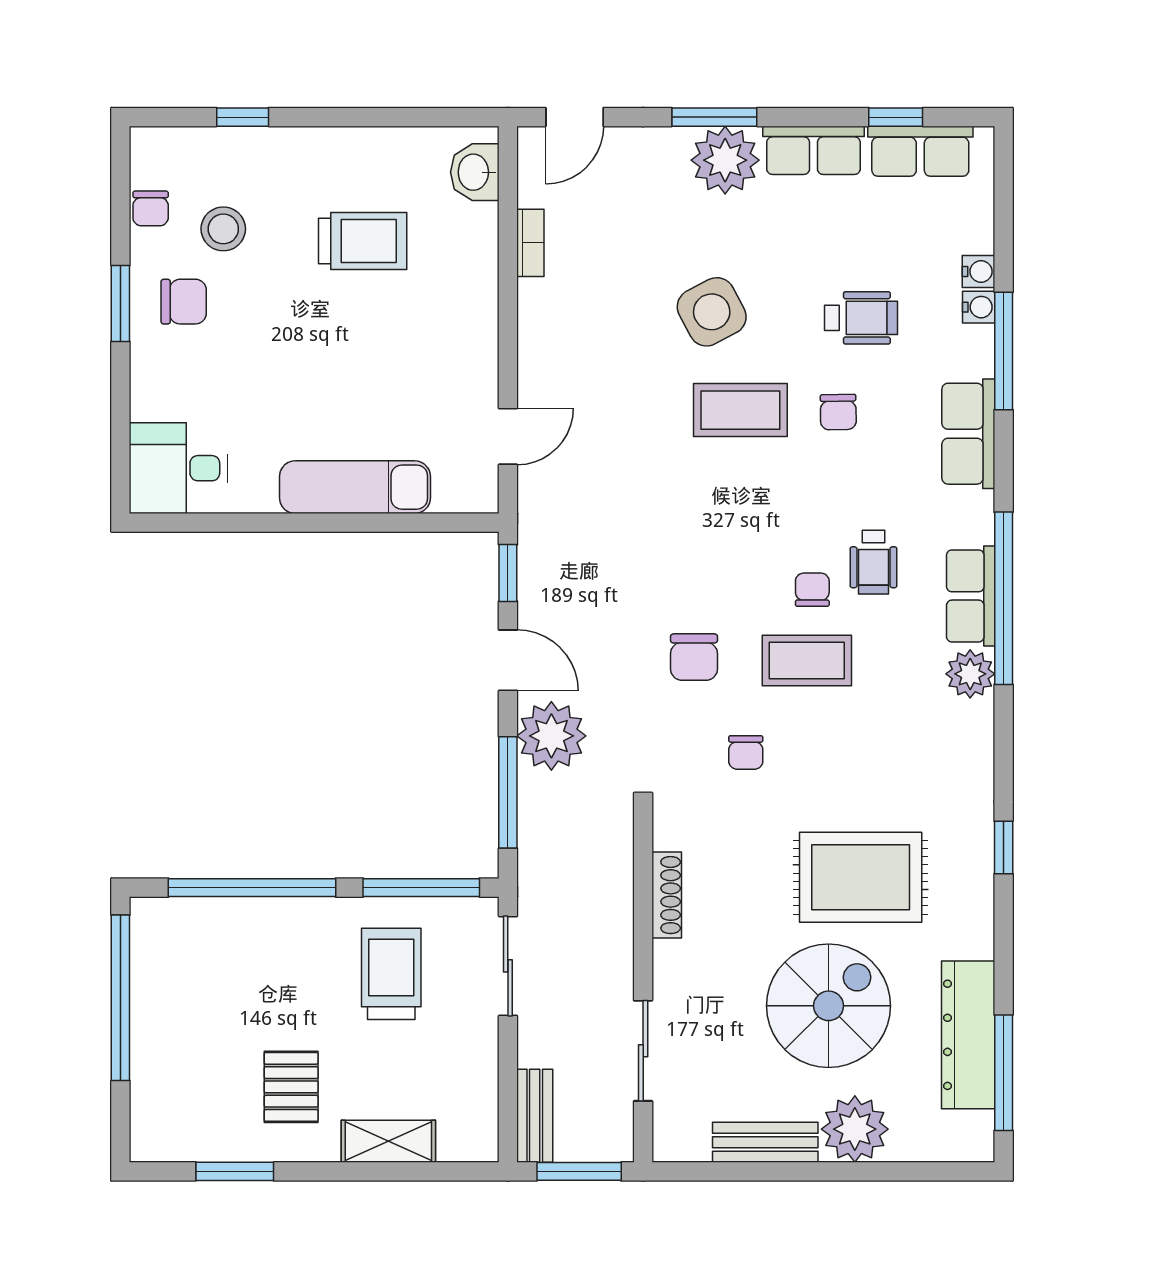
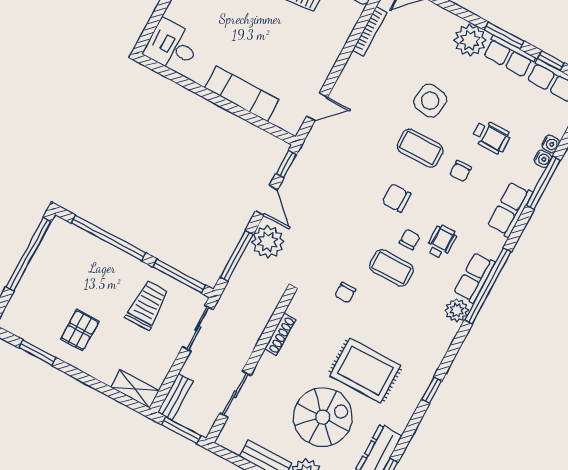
window: (714, 117) -> (504, 35), moved
bookcase: (530, 243) -> (370, 31), width x1.56
side table: (712, 312) -> (430, 101), turned 35
wheelchair: (873, 562) -> (441, 242), turned 180
chair: (694, 657) -> (397, 198), moved, turned 90
shelving: (388, 1141) -> (135, 389), moved

